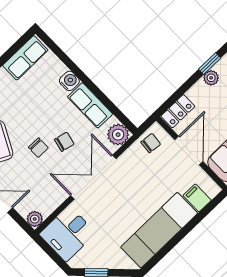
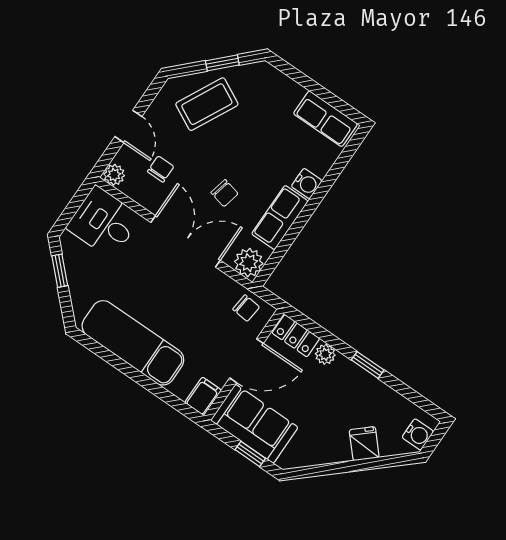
plant: (211, 78) -> (325, 354), moved
chair: (38, 148) -> (161, 169), moved, turned 180
filing cabinet: (197, 198) -> (203, 396), moved

